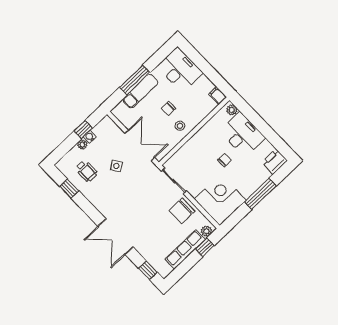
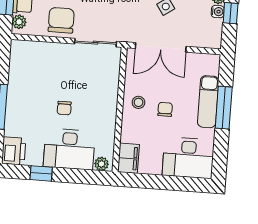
filing cabinet: (218, 96) -> (128, 158), width x2.00
window: (270, 135) -> (41, 173), added
corner desk: (220, 200) -> (33, 65), removed

